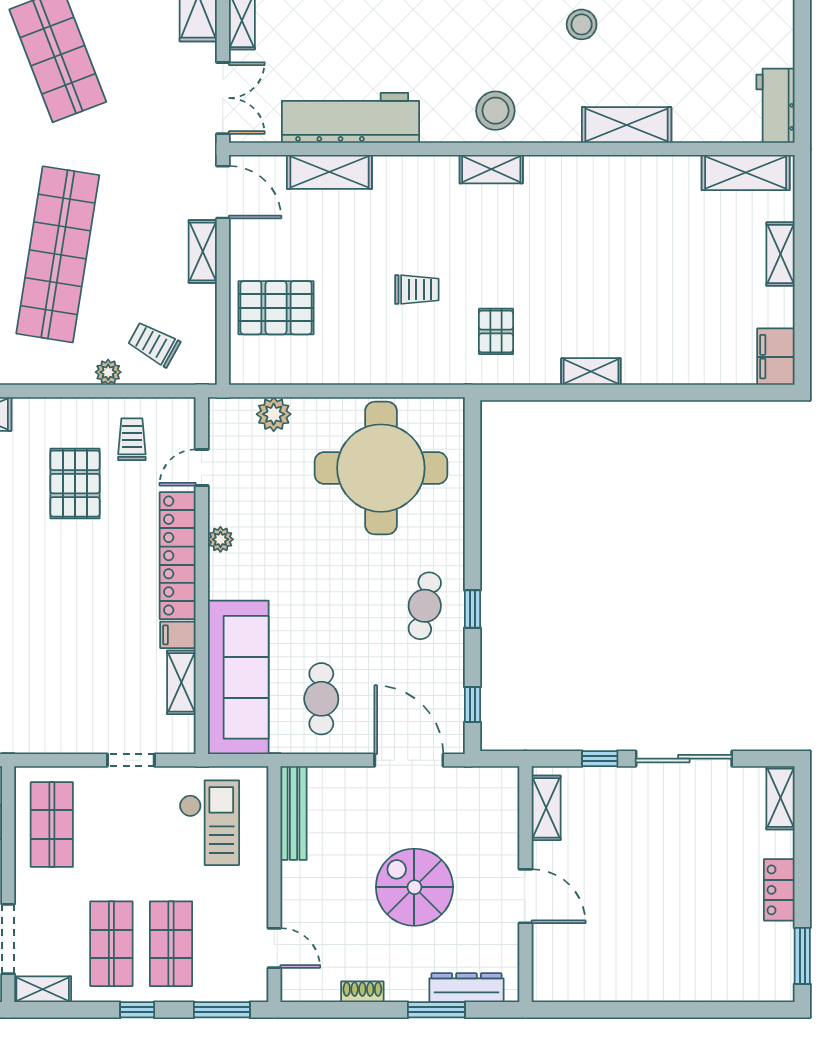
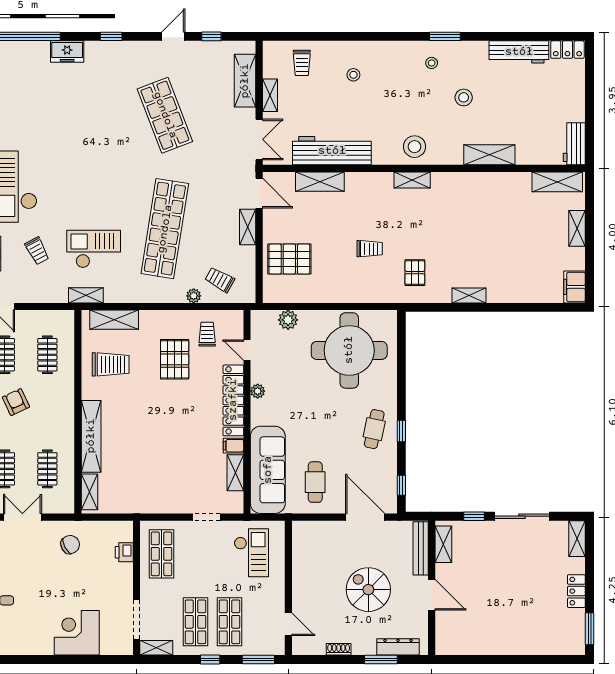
door: (202, 467) -> (247, 350), hinge flipped
bench: (294, 813) -> (421, 548), moved

